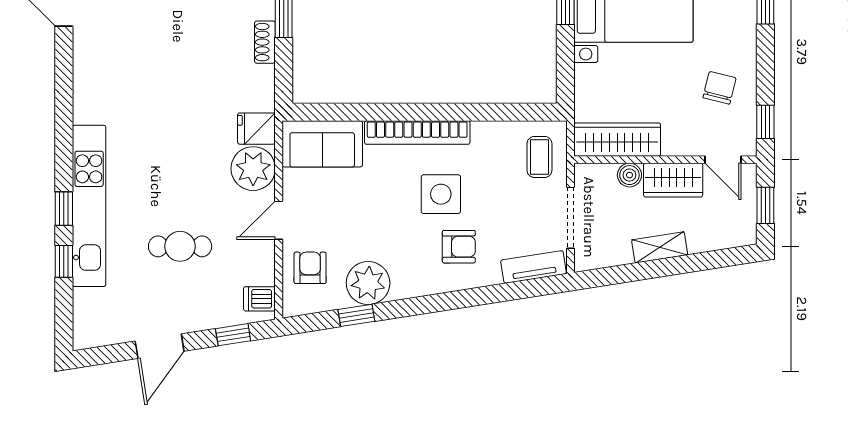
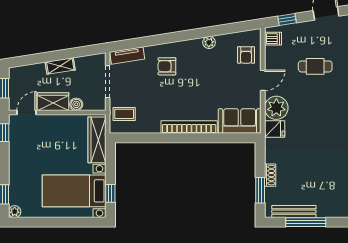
chair: (720, 88) -> (28, 151), removed
wardrobe: (617, 140) -> (97, 140), moved, turned 90
coffee table: (539, 157) -> (124, 114), turned 90
door: (723, 160) -> (26, 113), hinge flipped
side table: (441, 194) -> (177, 94), removed
plant: (368, 283) -> (209, 42), width x0.53, depth x0.53
window: (356, 315) -> (221, 30), removed

